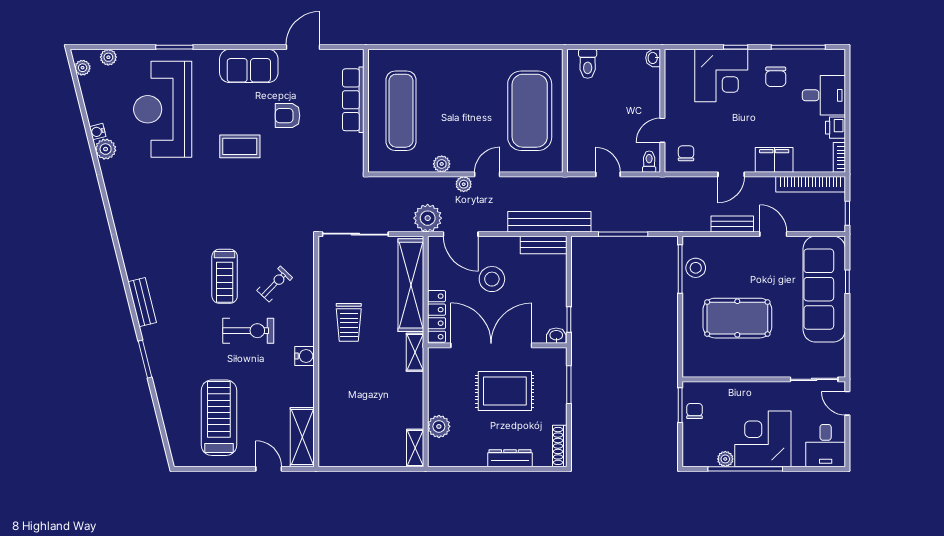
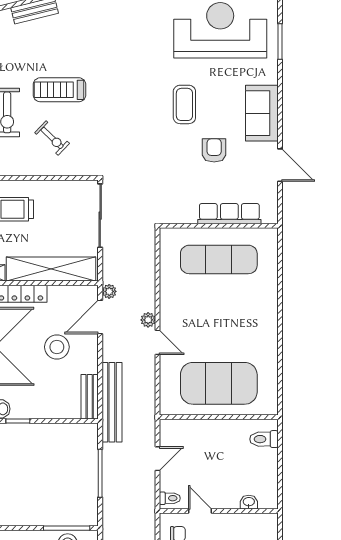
washbasin: (653, 58) -> (249, 502), moved
plant: (442, 164) -> (168, 299), removed
plant: (428, 218) -> (109, 291), width x0.53, depth x0.53

